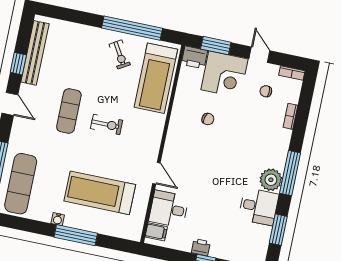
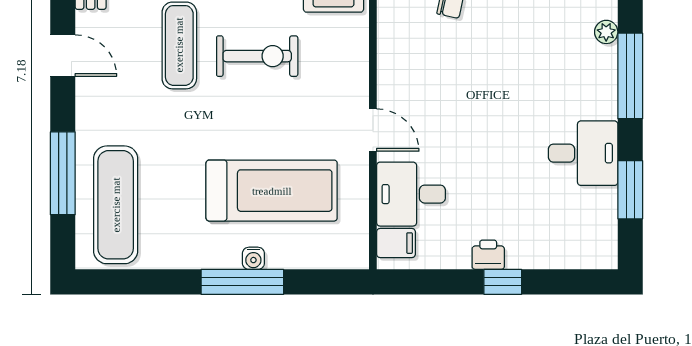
exercise bike: (107, 124) -> (257, 56), width x1.38, depth x1.39
plant: (271, 180) -> (606, 32), moved, width x0.53, depth x0.53
treadmill: (100, 193) -> (272, 191), turned 180
water cooler: (58, 219) -> (253, 258), moved

